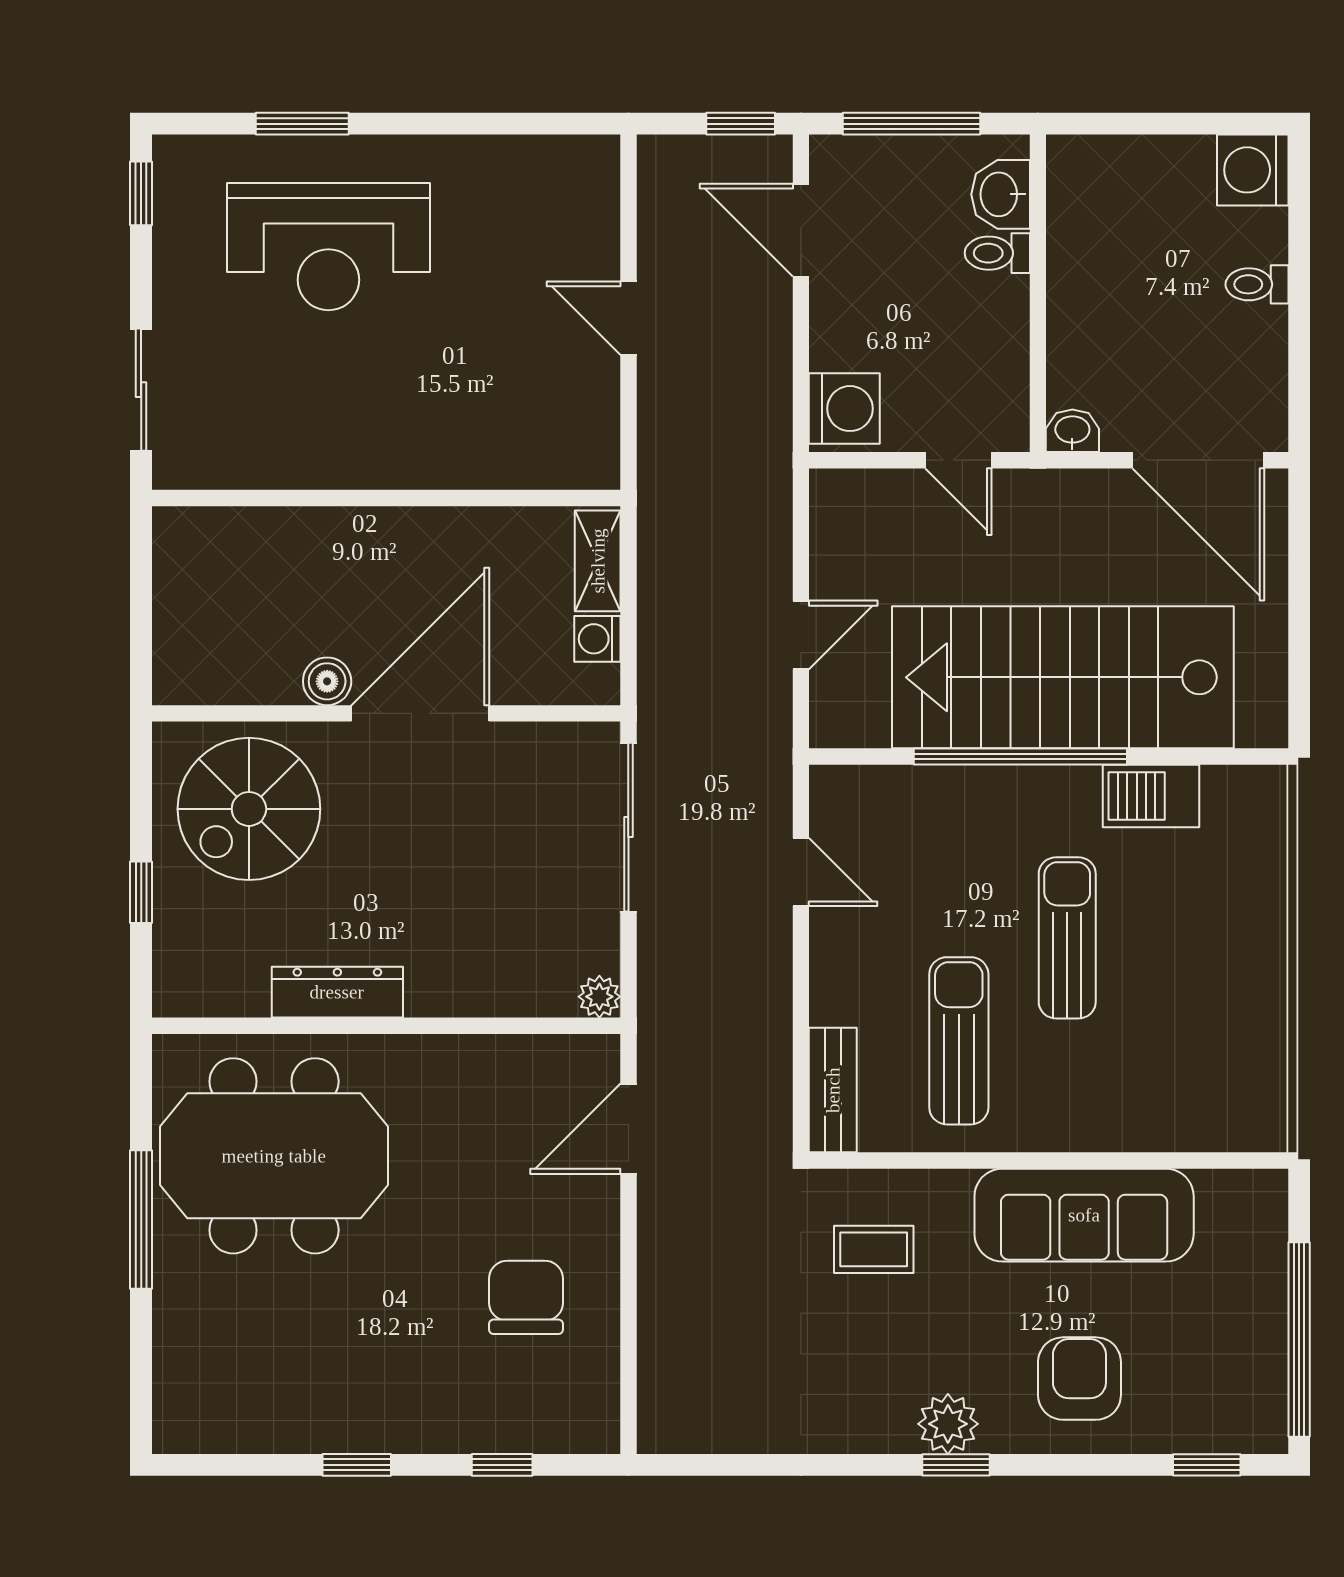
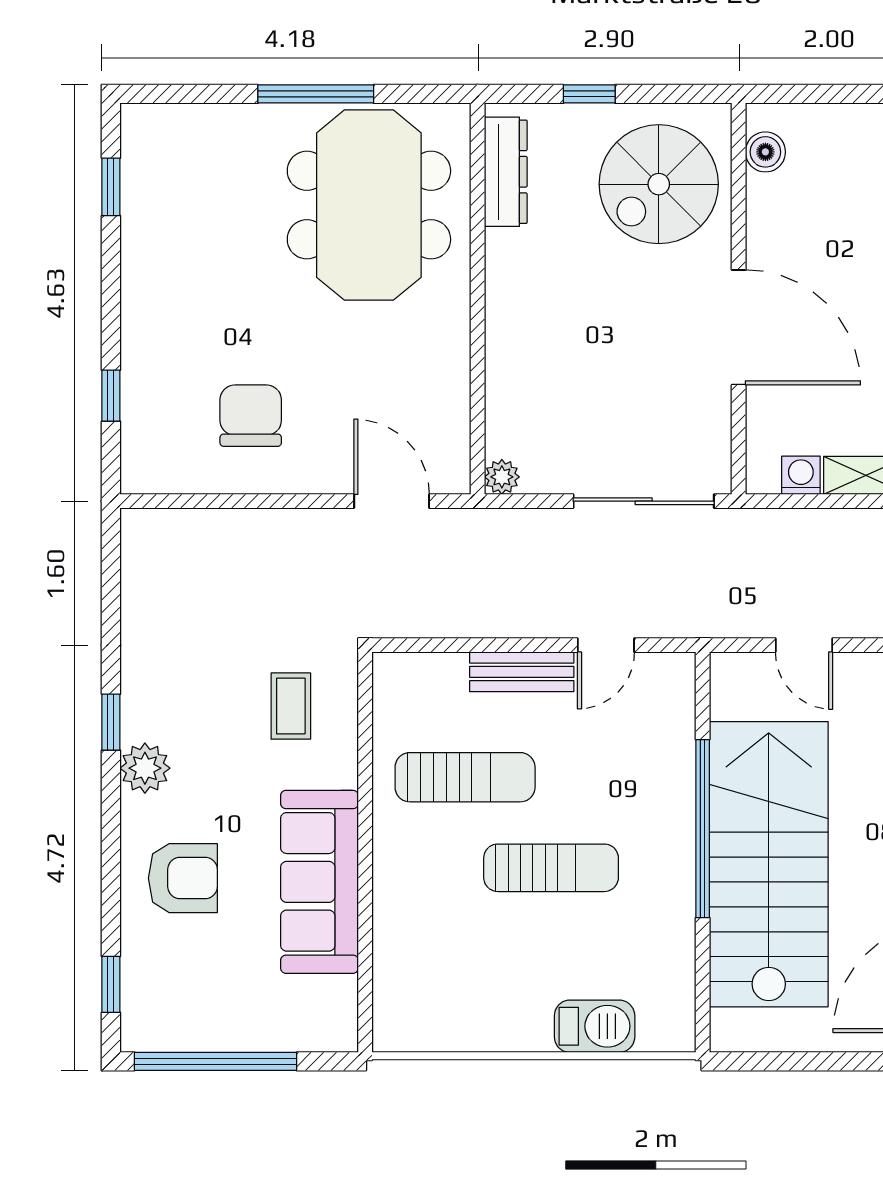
boiler: (327, 681) -> (765, 152), moved
barbecue: (1151, 796) -> (595, 1026), moved, turned 90
spiral stairs: (249, 809) -> (659, 184), turned -90
dresser: (337, 992) -> (506, 172), moved
bench: (833, 1090) -> (522, 672), moved
chair: (526, 1297) -> (251, 416), turned -90
window: (357, 1465) -> (111, 187), moved
window: (956, 1465) -> (111, 722), moved

